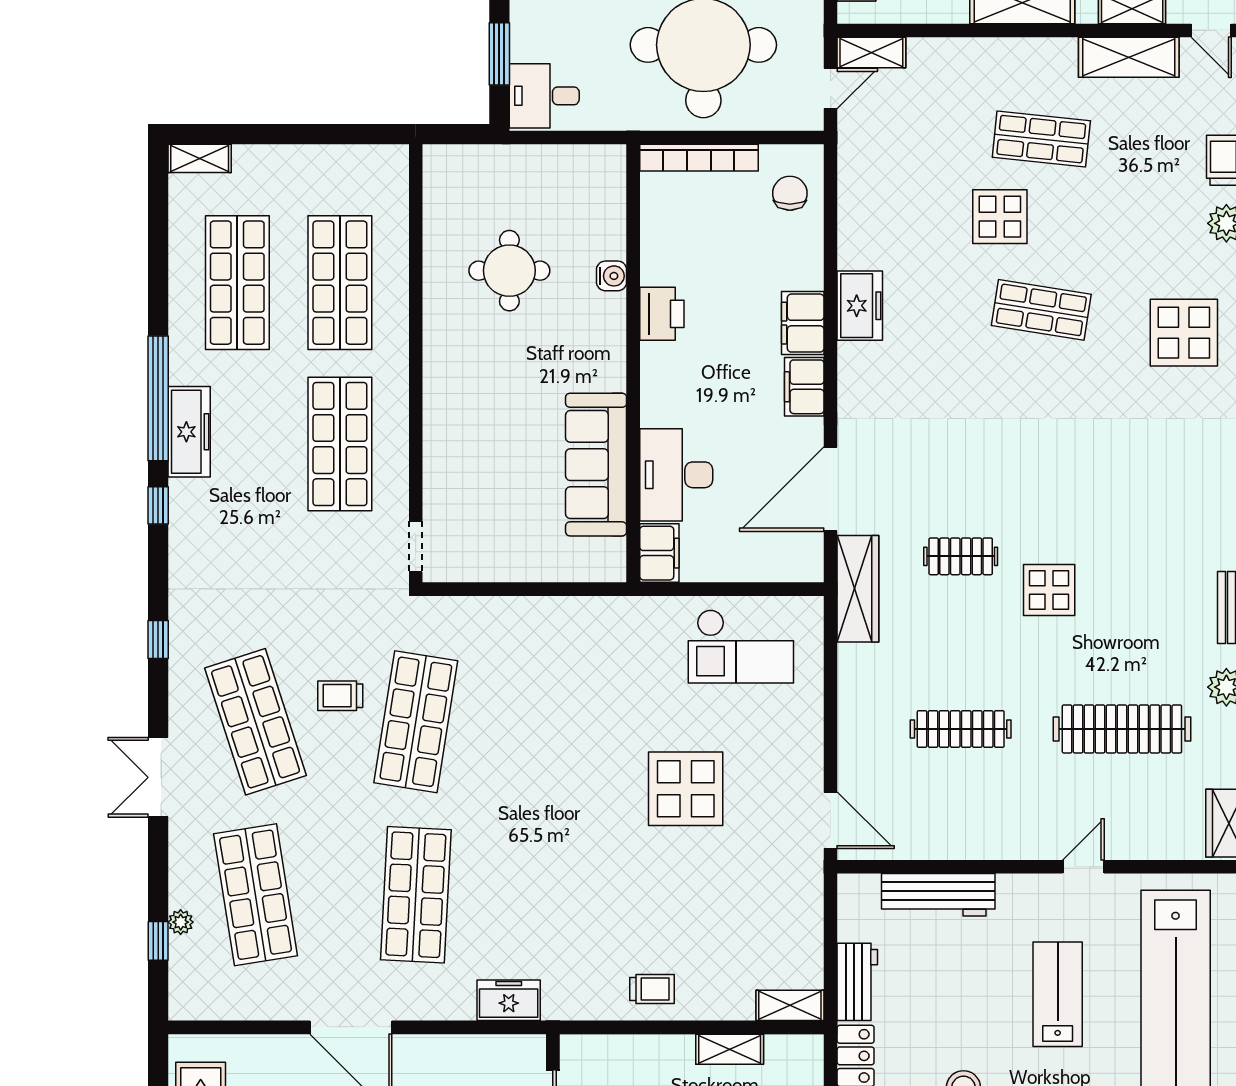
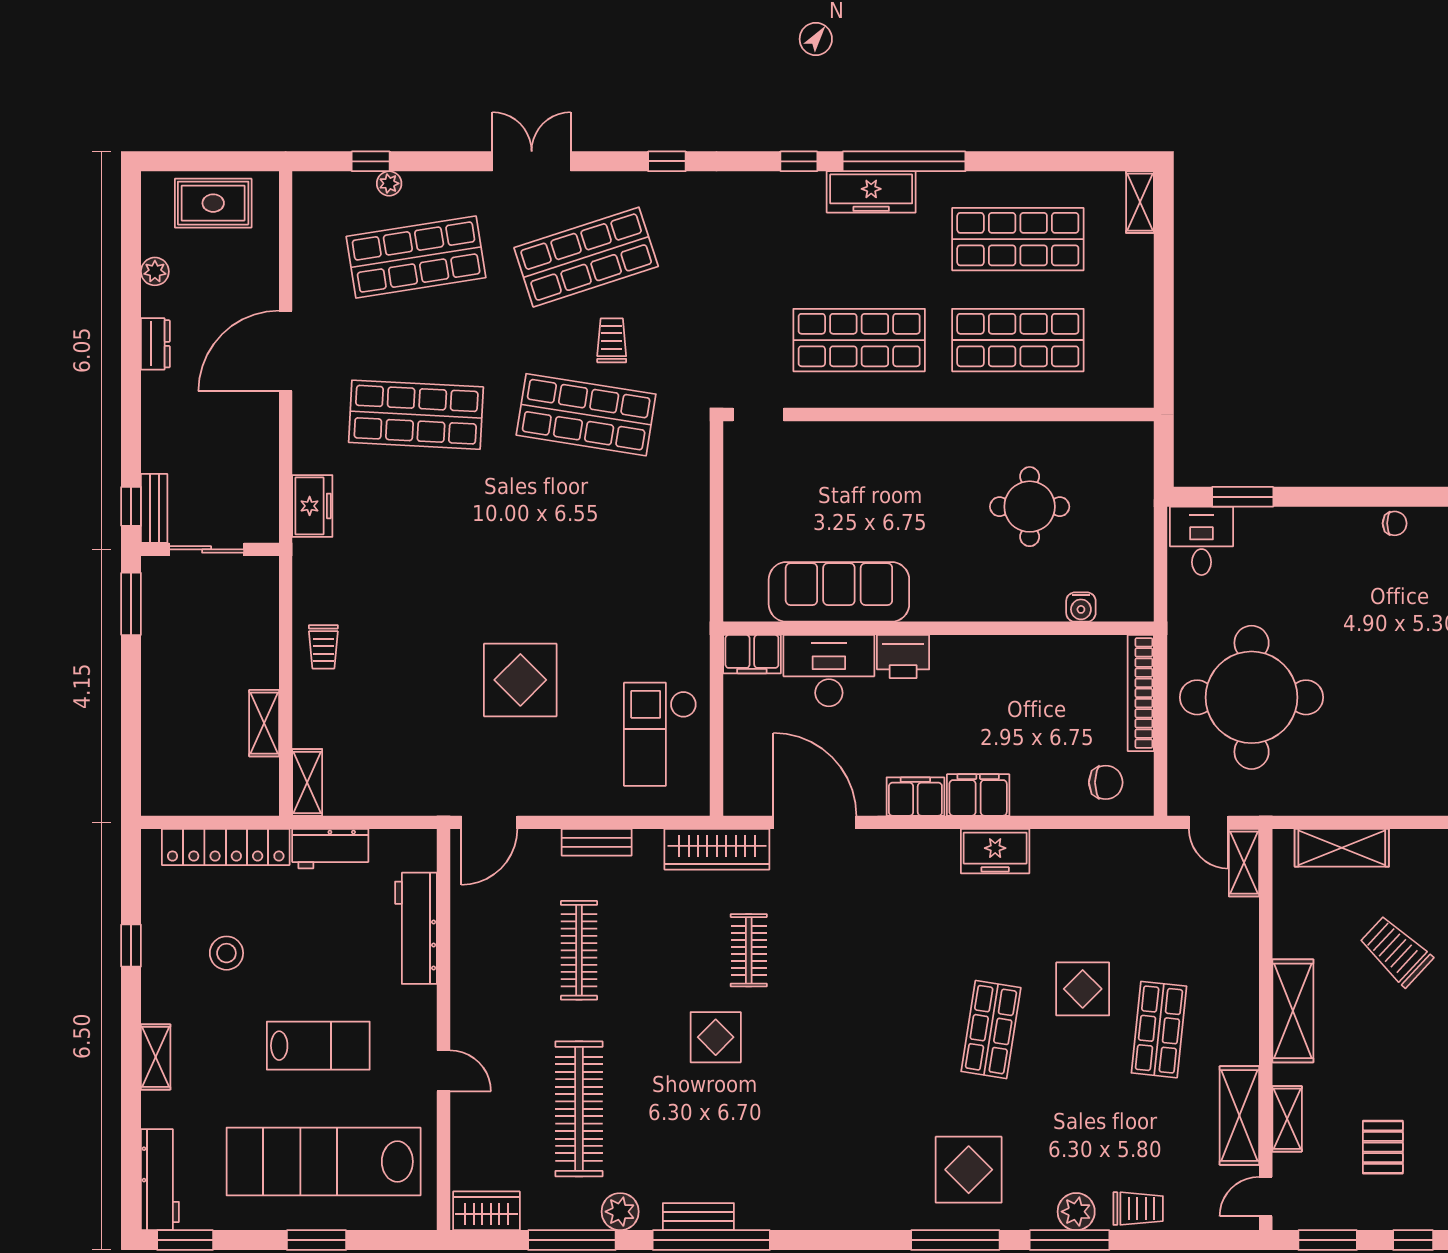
water cooler: (612, 276) -> (1081, 607), moved
printer: (662, 314) -> (903, 657), moved
bench: (851, 711) -> (597, 842), added

